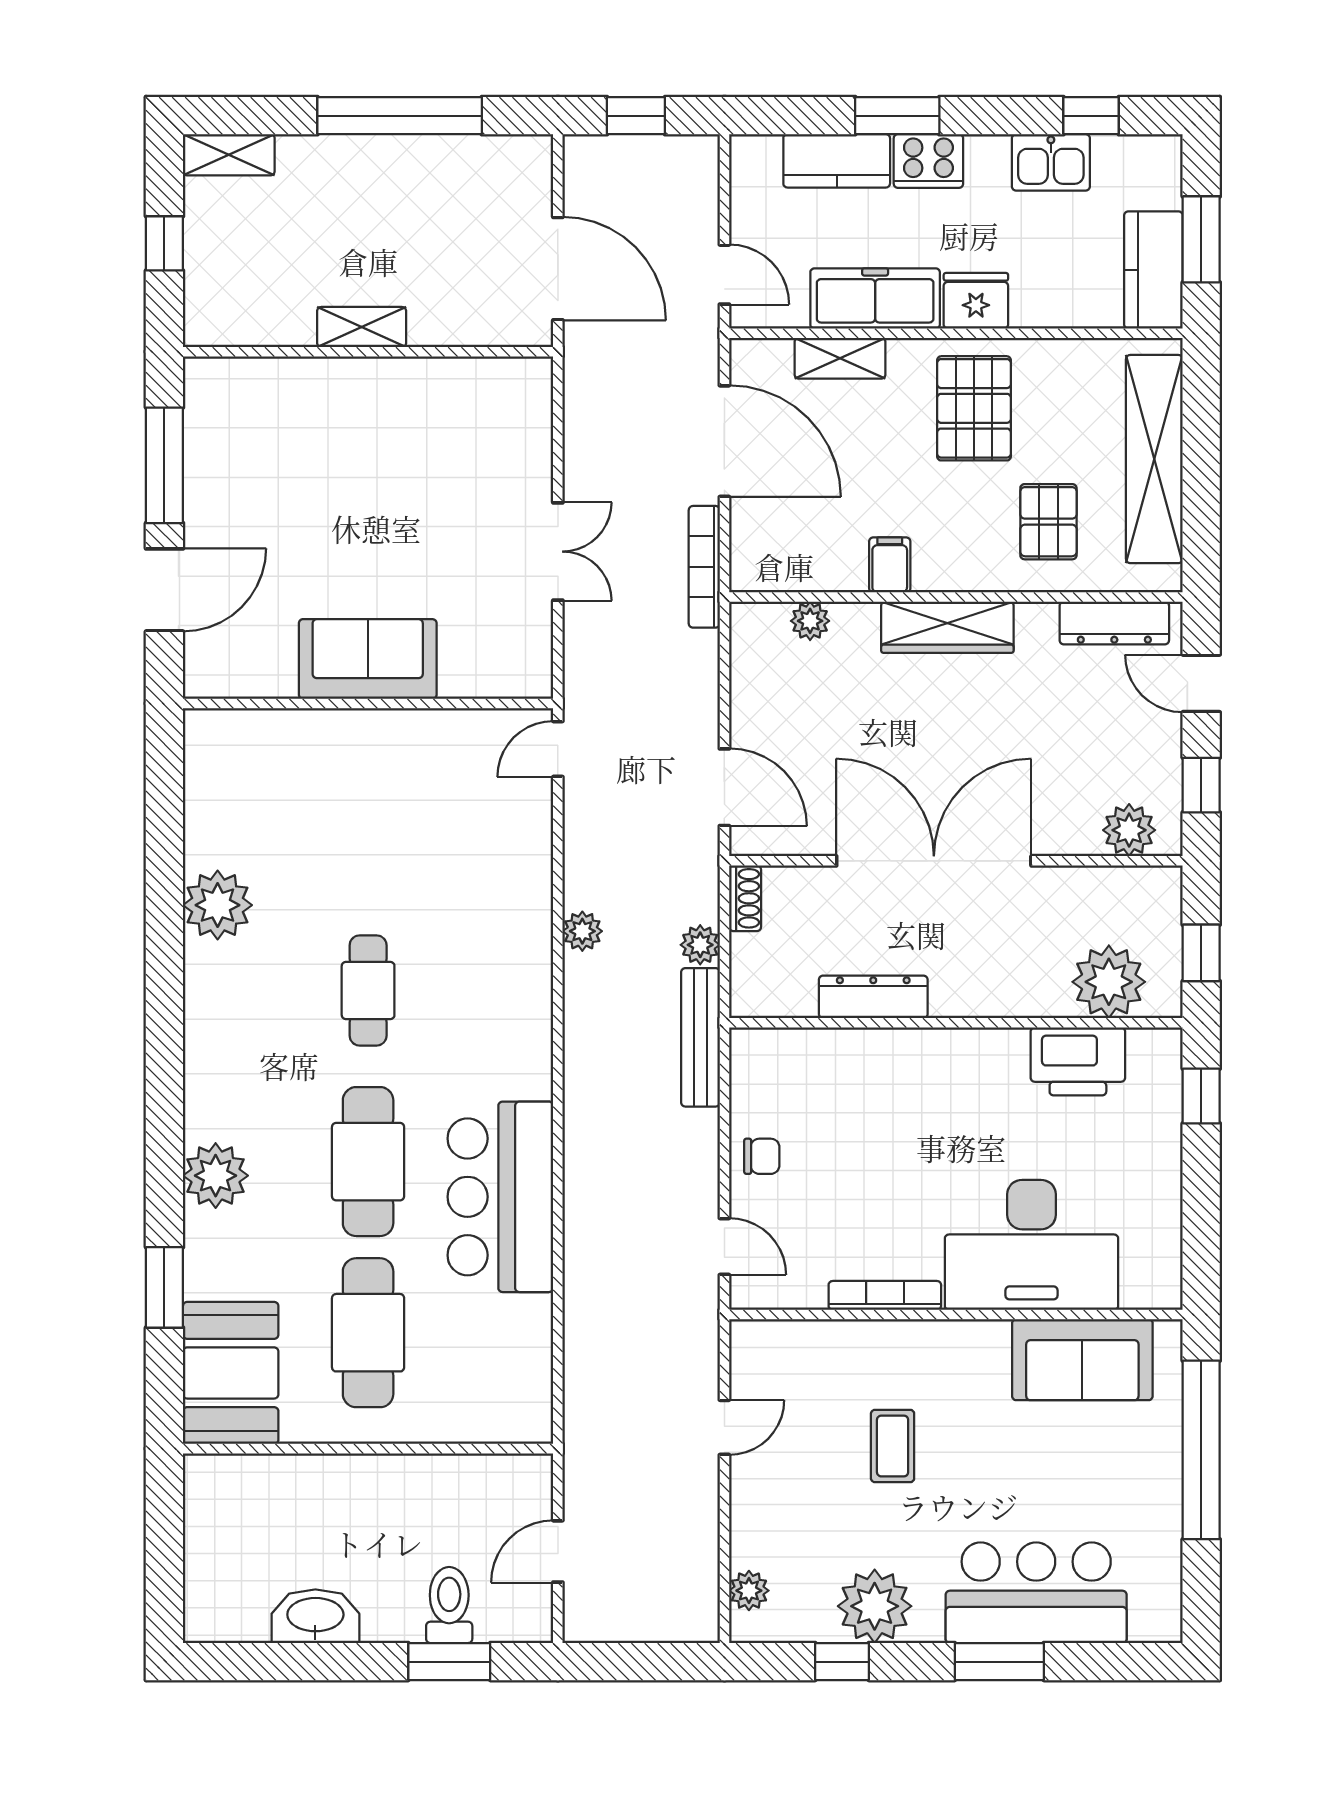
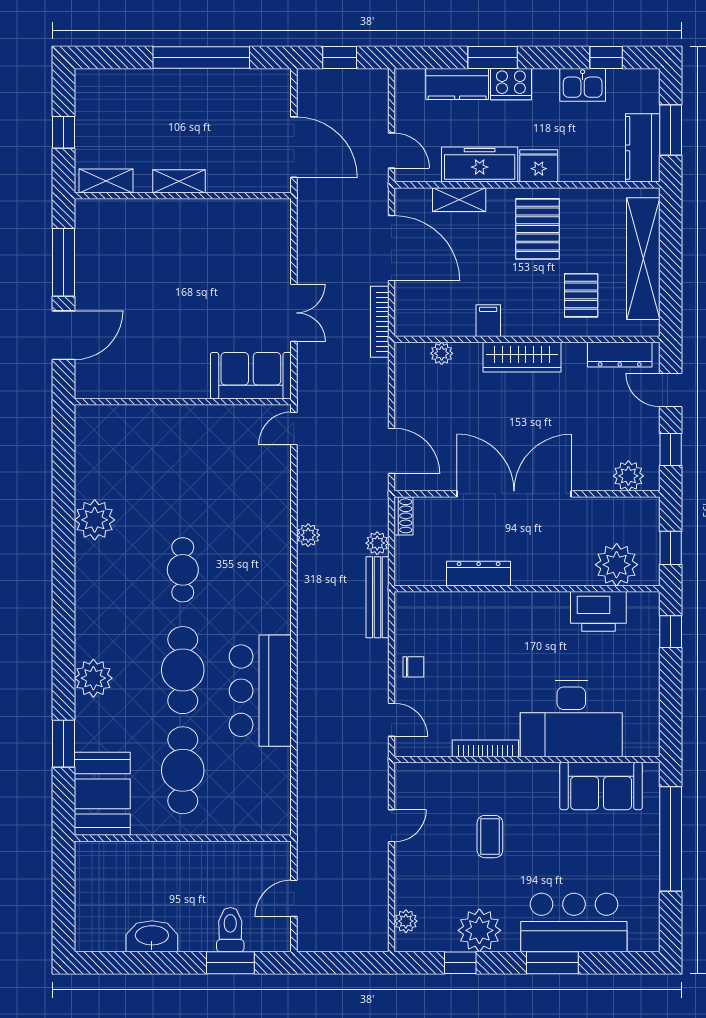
shelving: (229, 155) -> (106, 181), moved
sofa: (368, 659) -> (251, 376), moved

